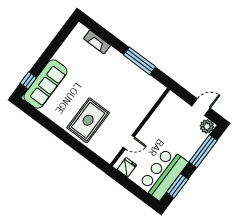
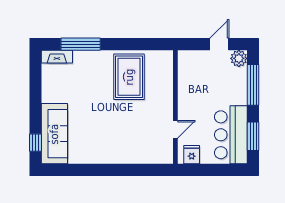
fireplace: (97, 42) -> (57, 57), moved
window: (140, 61) -> (81, 44), moved
rug: (88, 120) -> (129, 77), moved

